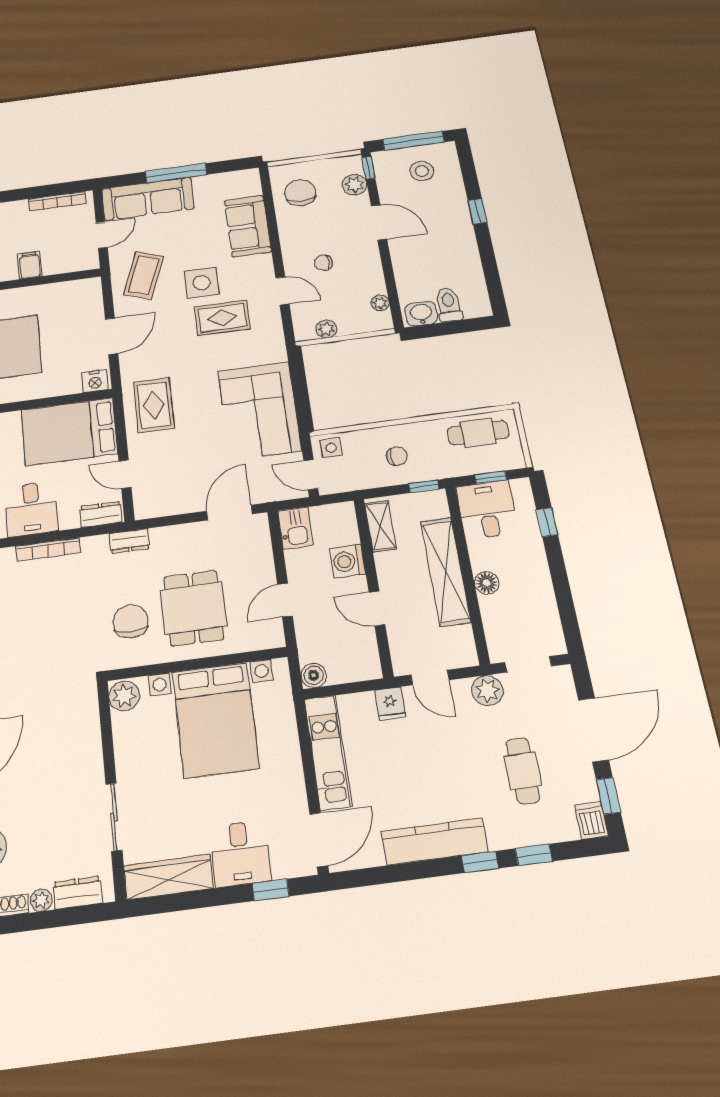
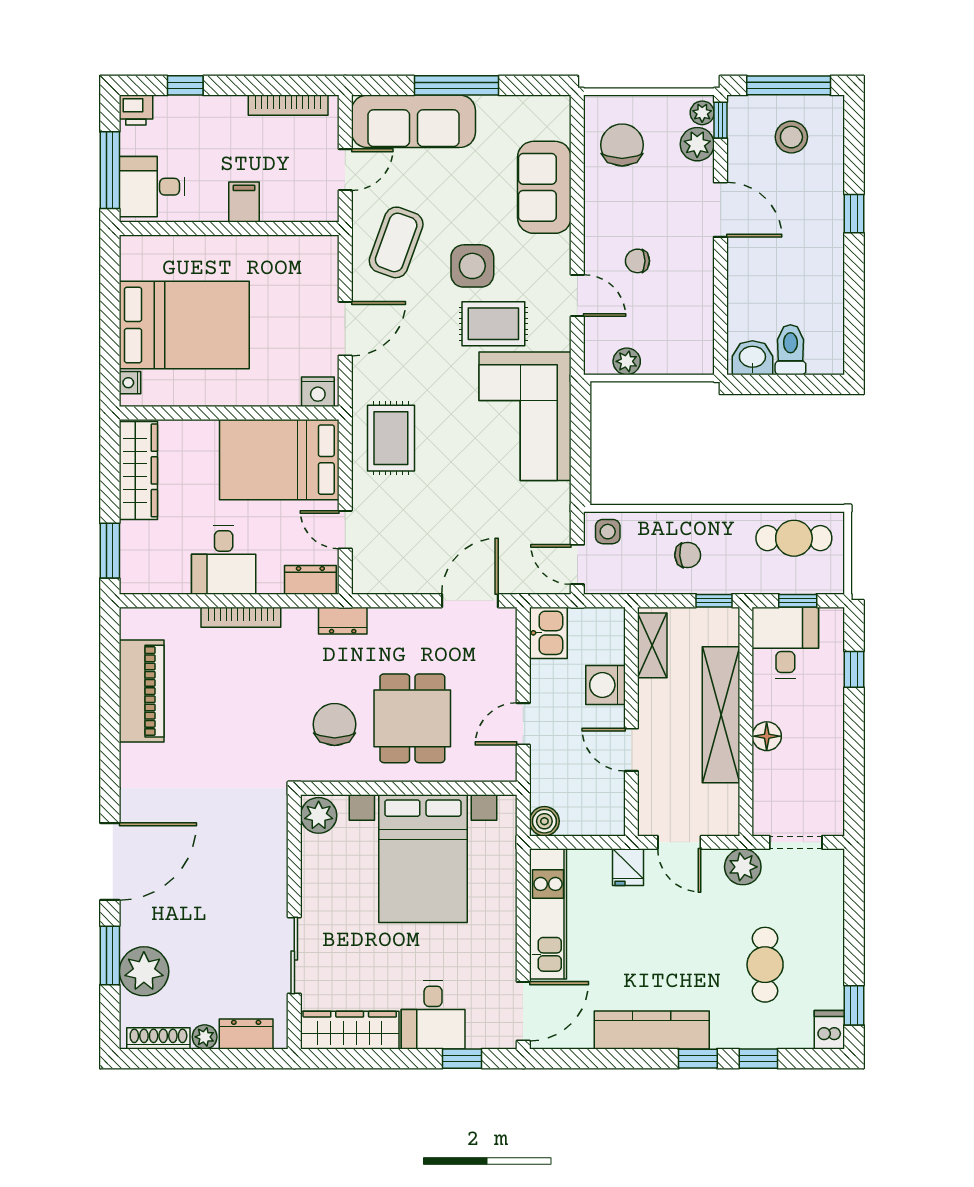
plant: (380, 303) -> (702, 113), moved
corner sofa: (260, 411) -> (525, 416), moved
door: (593, 730) -> (854, 929), removed

